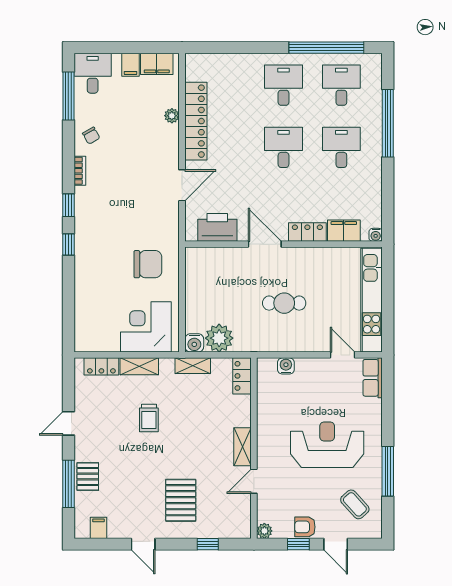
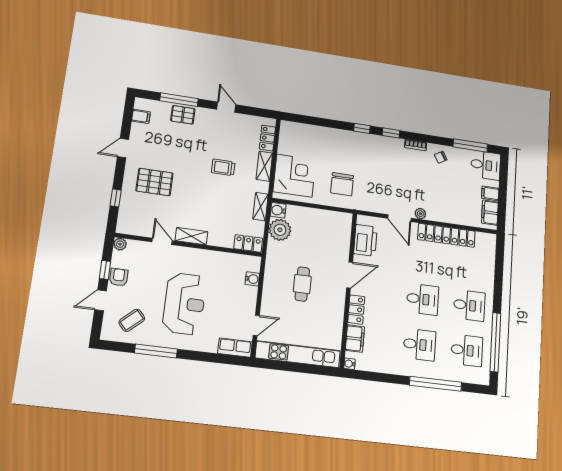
plant: (172, 116) -> (420, 214), moved

